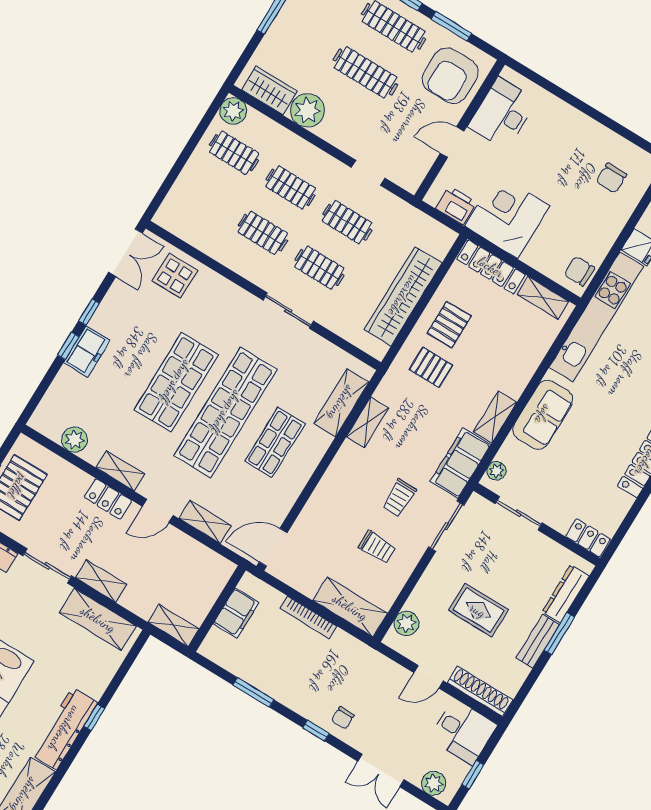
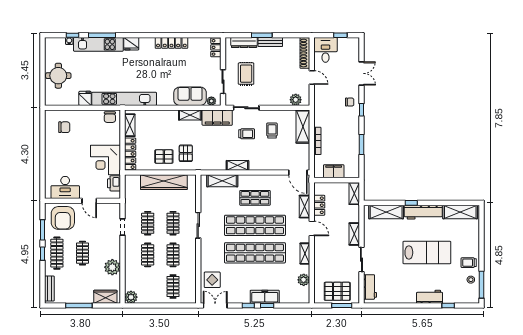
clothes rail: (365, 72) -> (82, 253), width x0.73
armchair: (450, 76) -> (63, 218), turned 90
wardrobe: (269, 90) -> (105, 297), moved, turned 90
clothes rail: (234, 153) -> (173, 286), moved
freezer: (87, 351) -> (265, 297), width x1.40
shop shelf: (176, 382) -> (255, 253), width x1.40
sofa: (543, 415) -> (190, 96), moved
shelving: (367, 422) -> (237, 165), moved
locker: (108, 499) -> (319, 205), moved
rug: (478, 610) -> (246, 74), moved
shelving: (98, 619) -> (386, 212), moved, turned 90
plant: (434, 783) -> (354, 49), removed

